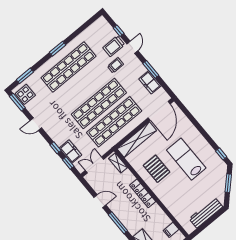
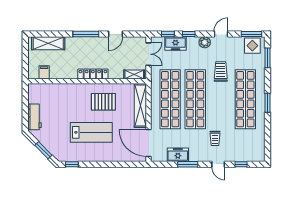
trolley: (114, 46) -> (221, 71), moved
plant: (52, 131) -> (205, 42), added
workbench: (206, 213) -> (35, 117), width x0.73

